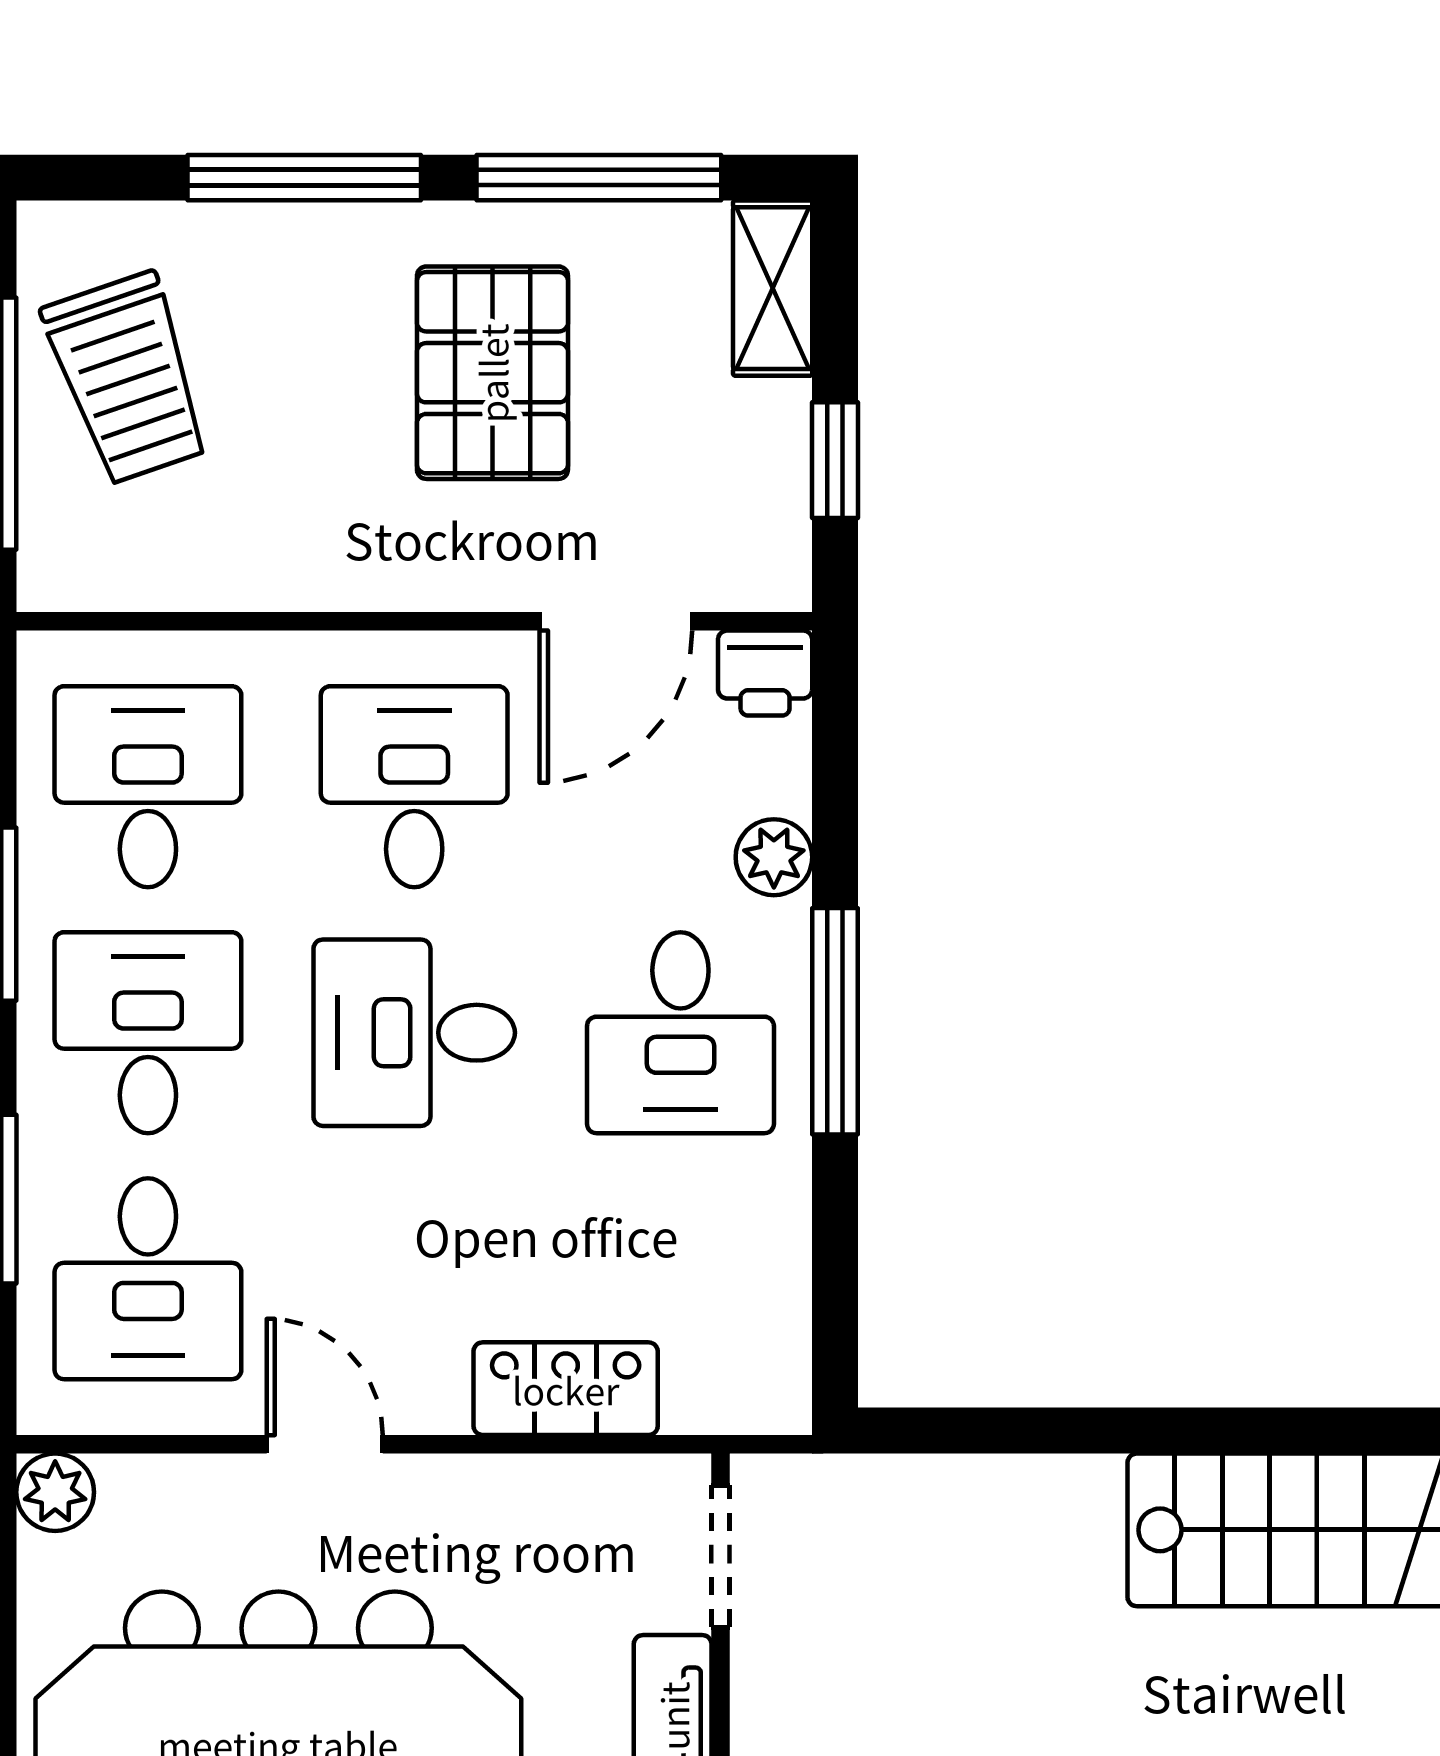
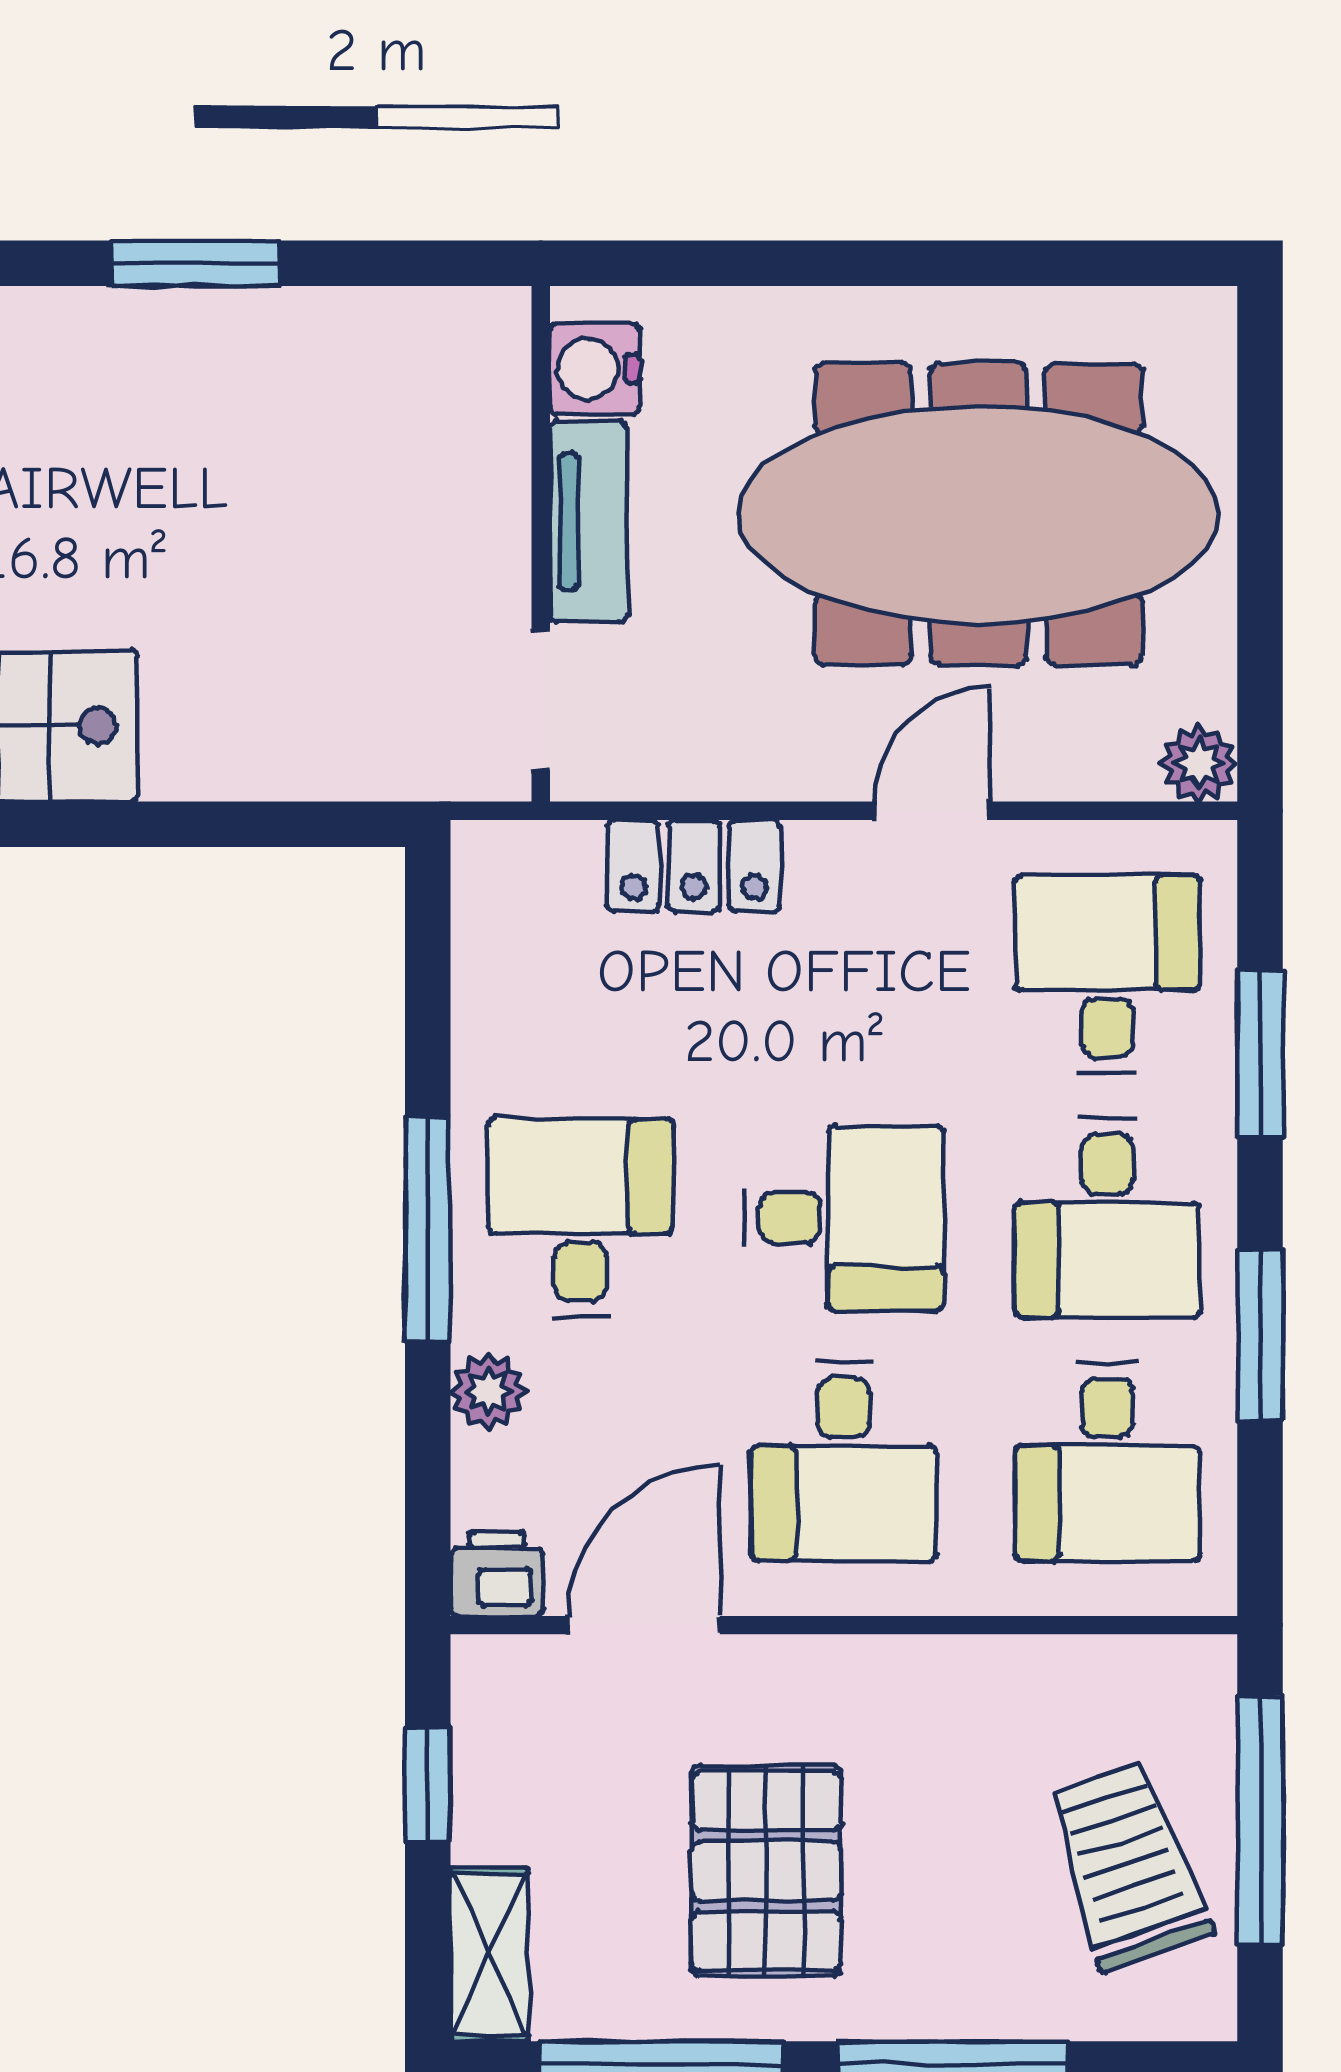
door: (325, 1444) -> (932, 811), swing flipped

